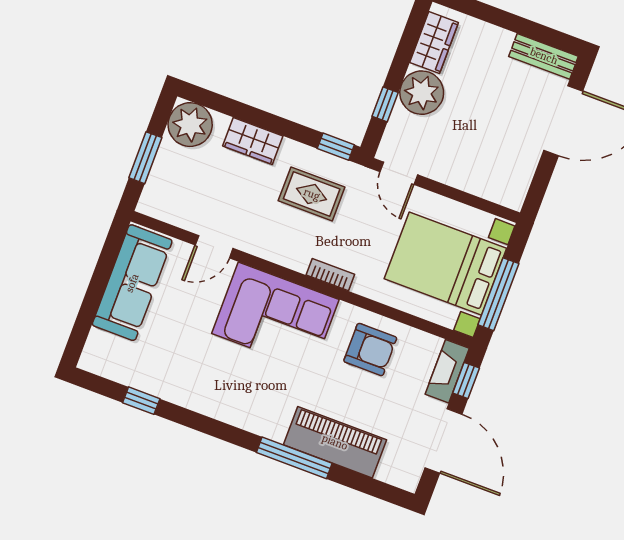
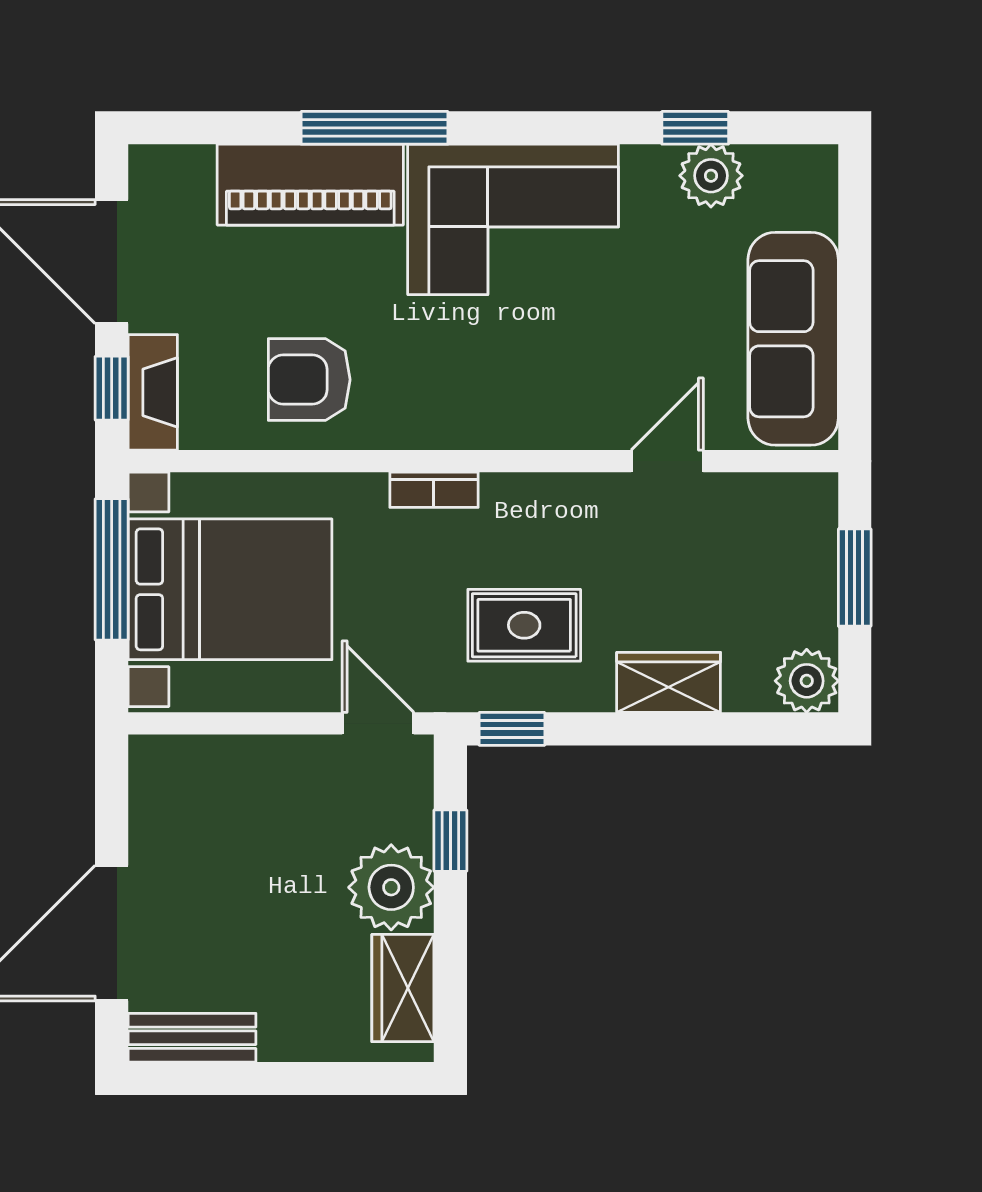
plant: (190, 125) -> (807, 681), width x0.73, depth x0.73
corner sofa: (275, 316) -> (513, 219), moved, turned 180
plant: (142, 375) -> (711, 176), added

